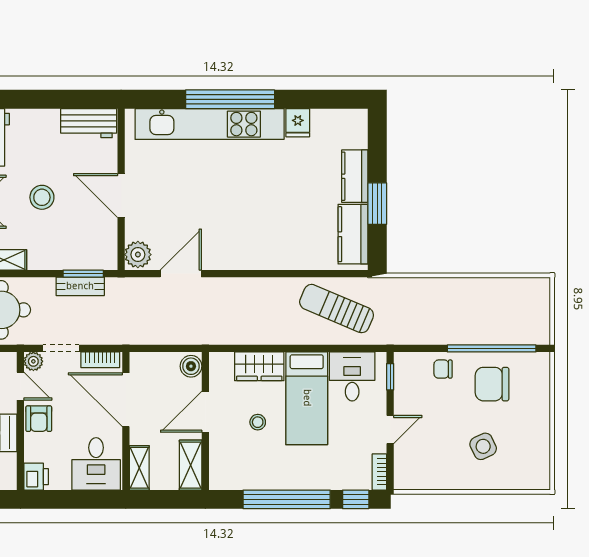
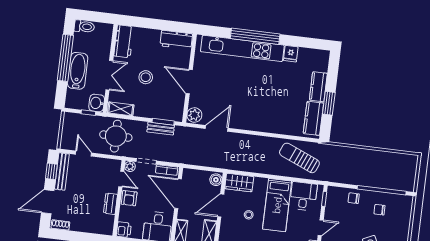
wardrobe: (259, 366) -> (239, 183), moved
chair: (492, 384) -> (379, 210), width x0.54, depth x0.54

